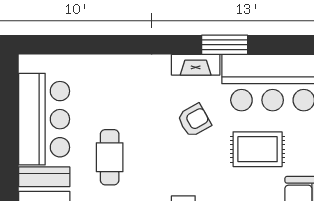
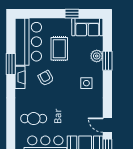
cafe table: (110, 157) -> (34, 119), moved

